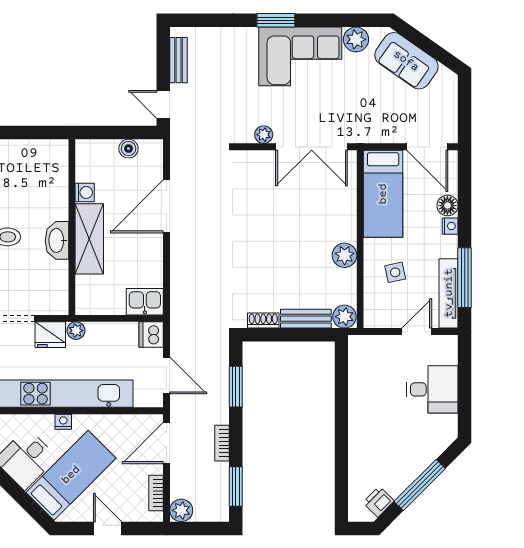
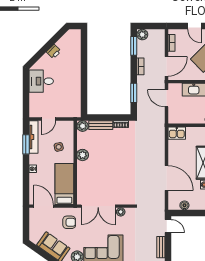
armchair: (373, 113) -> (69, 222), added
double door: (312, 147) -> (98, 206), swing flipped
door: (167, 206) -> (167, 178), hinge flipped
floor lamp: (447, 206) -> (34, 178), removed
window: (465, 278) -> (26, 144), width x0.69
dishwasher: (151, 335) -> (174, 118), removed
desk: (432, 389) -> (41, 81), moved
window: (420, 485) -> (47, 47), removed
printer: (379, 502) -> (54, 52), moved
plant: (181, 510) -> (142, 35), moved

